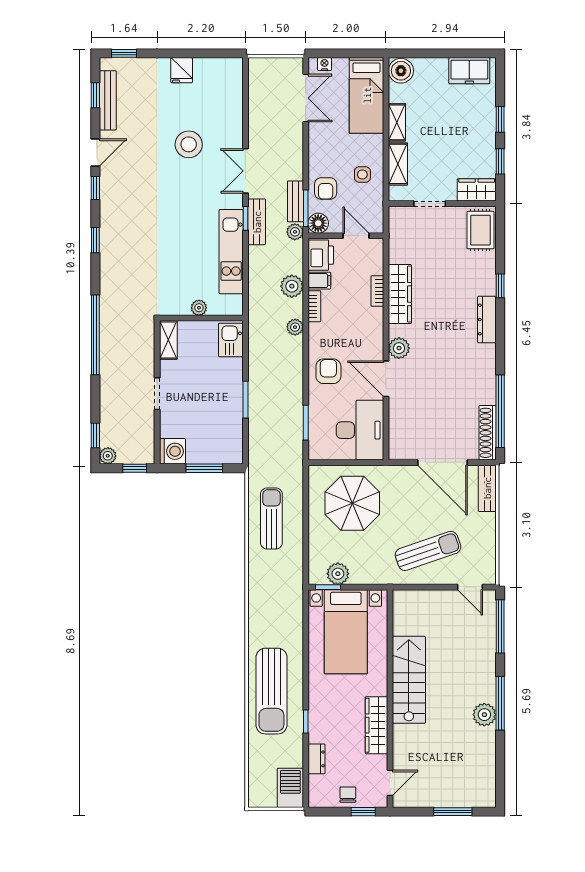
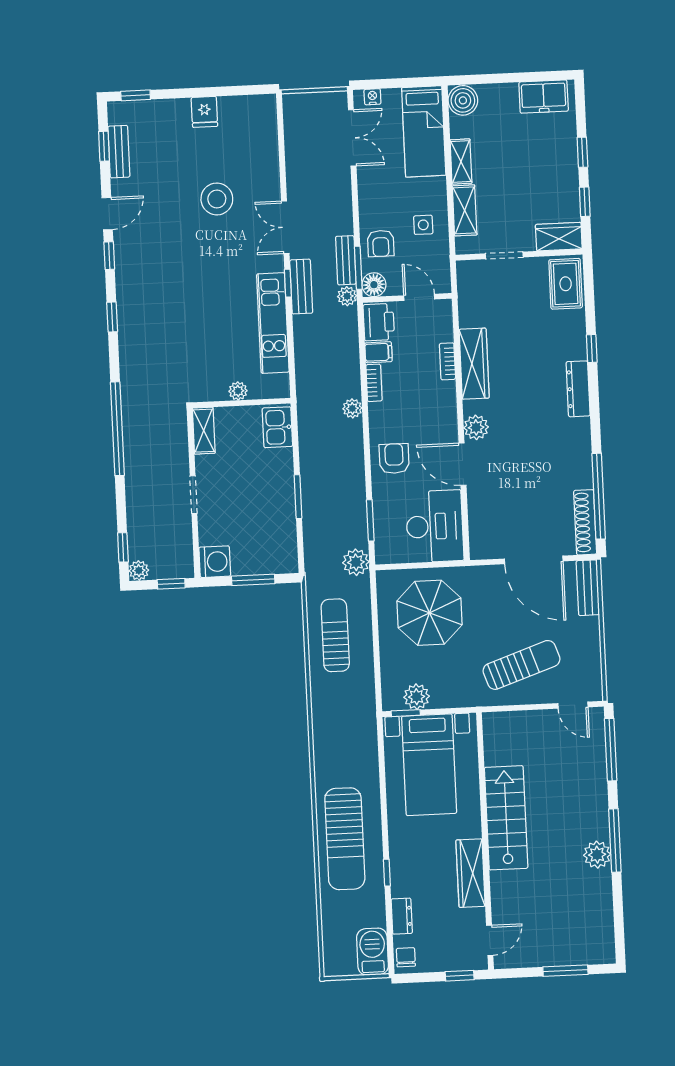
bench: (108, 100) -> (119, 152), width x0.73
plant: (292, 286) -> (356, 562), moved
chair: (348, 795) -> (406, 957), moved

